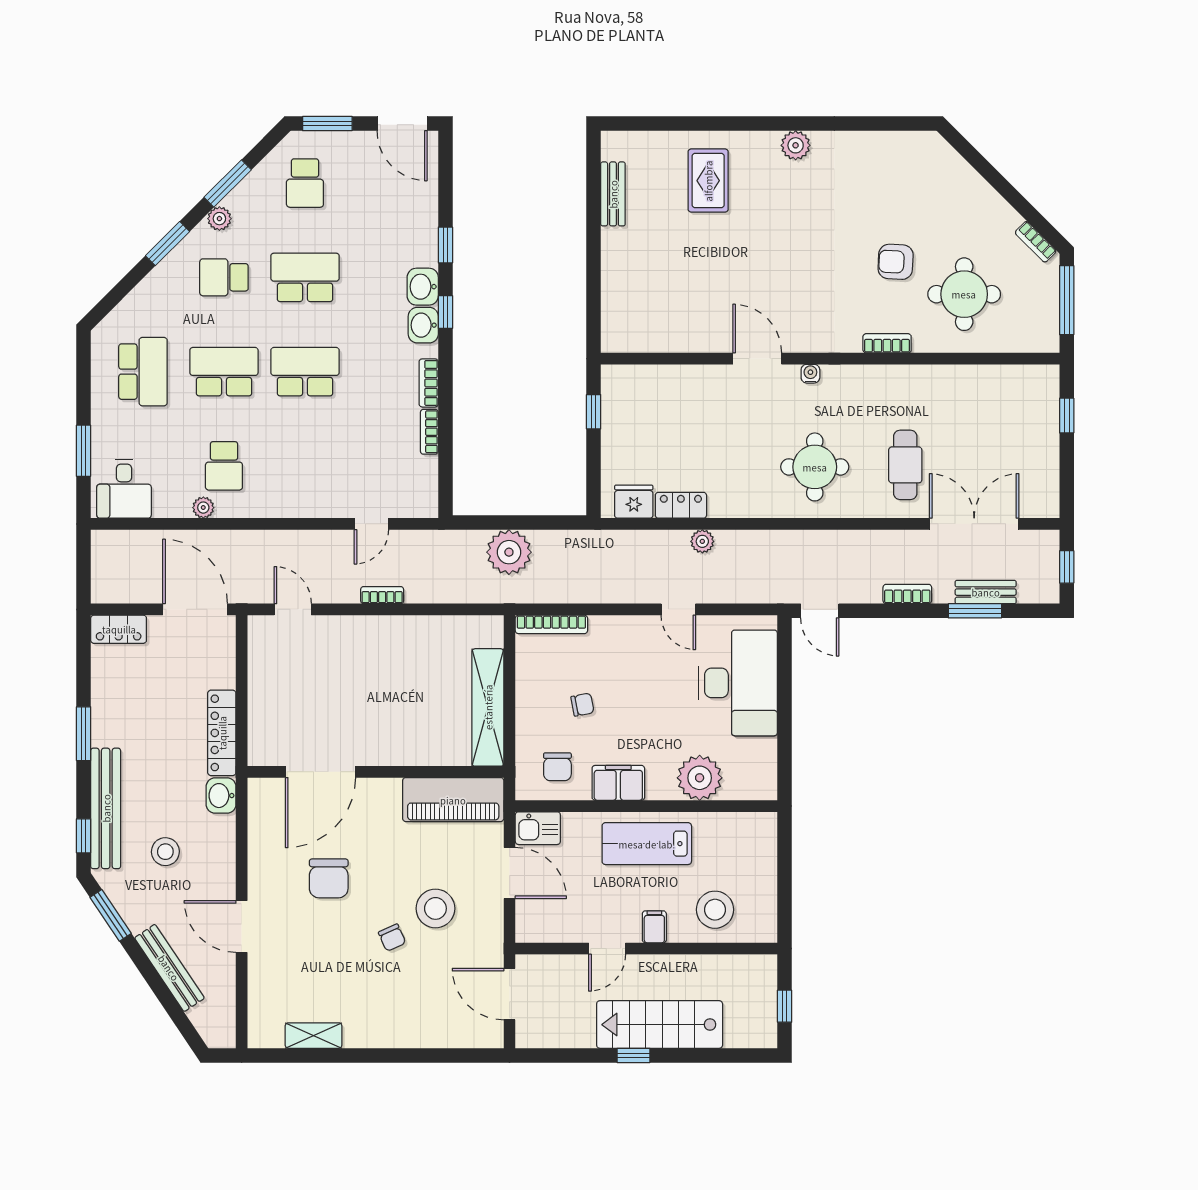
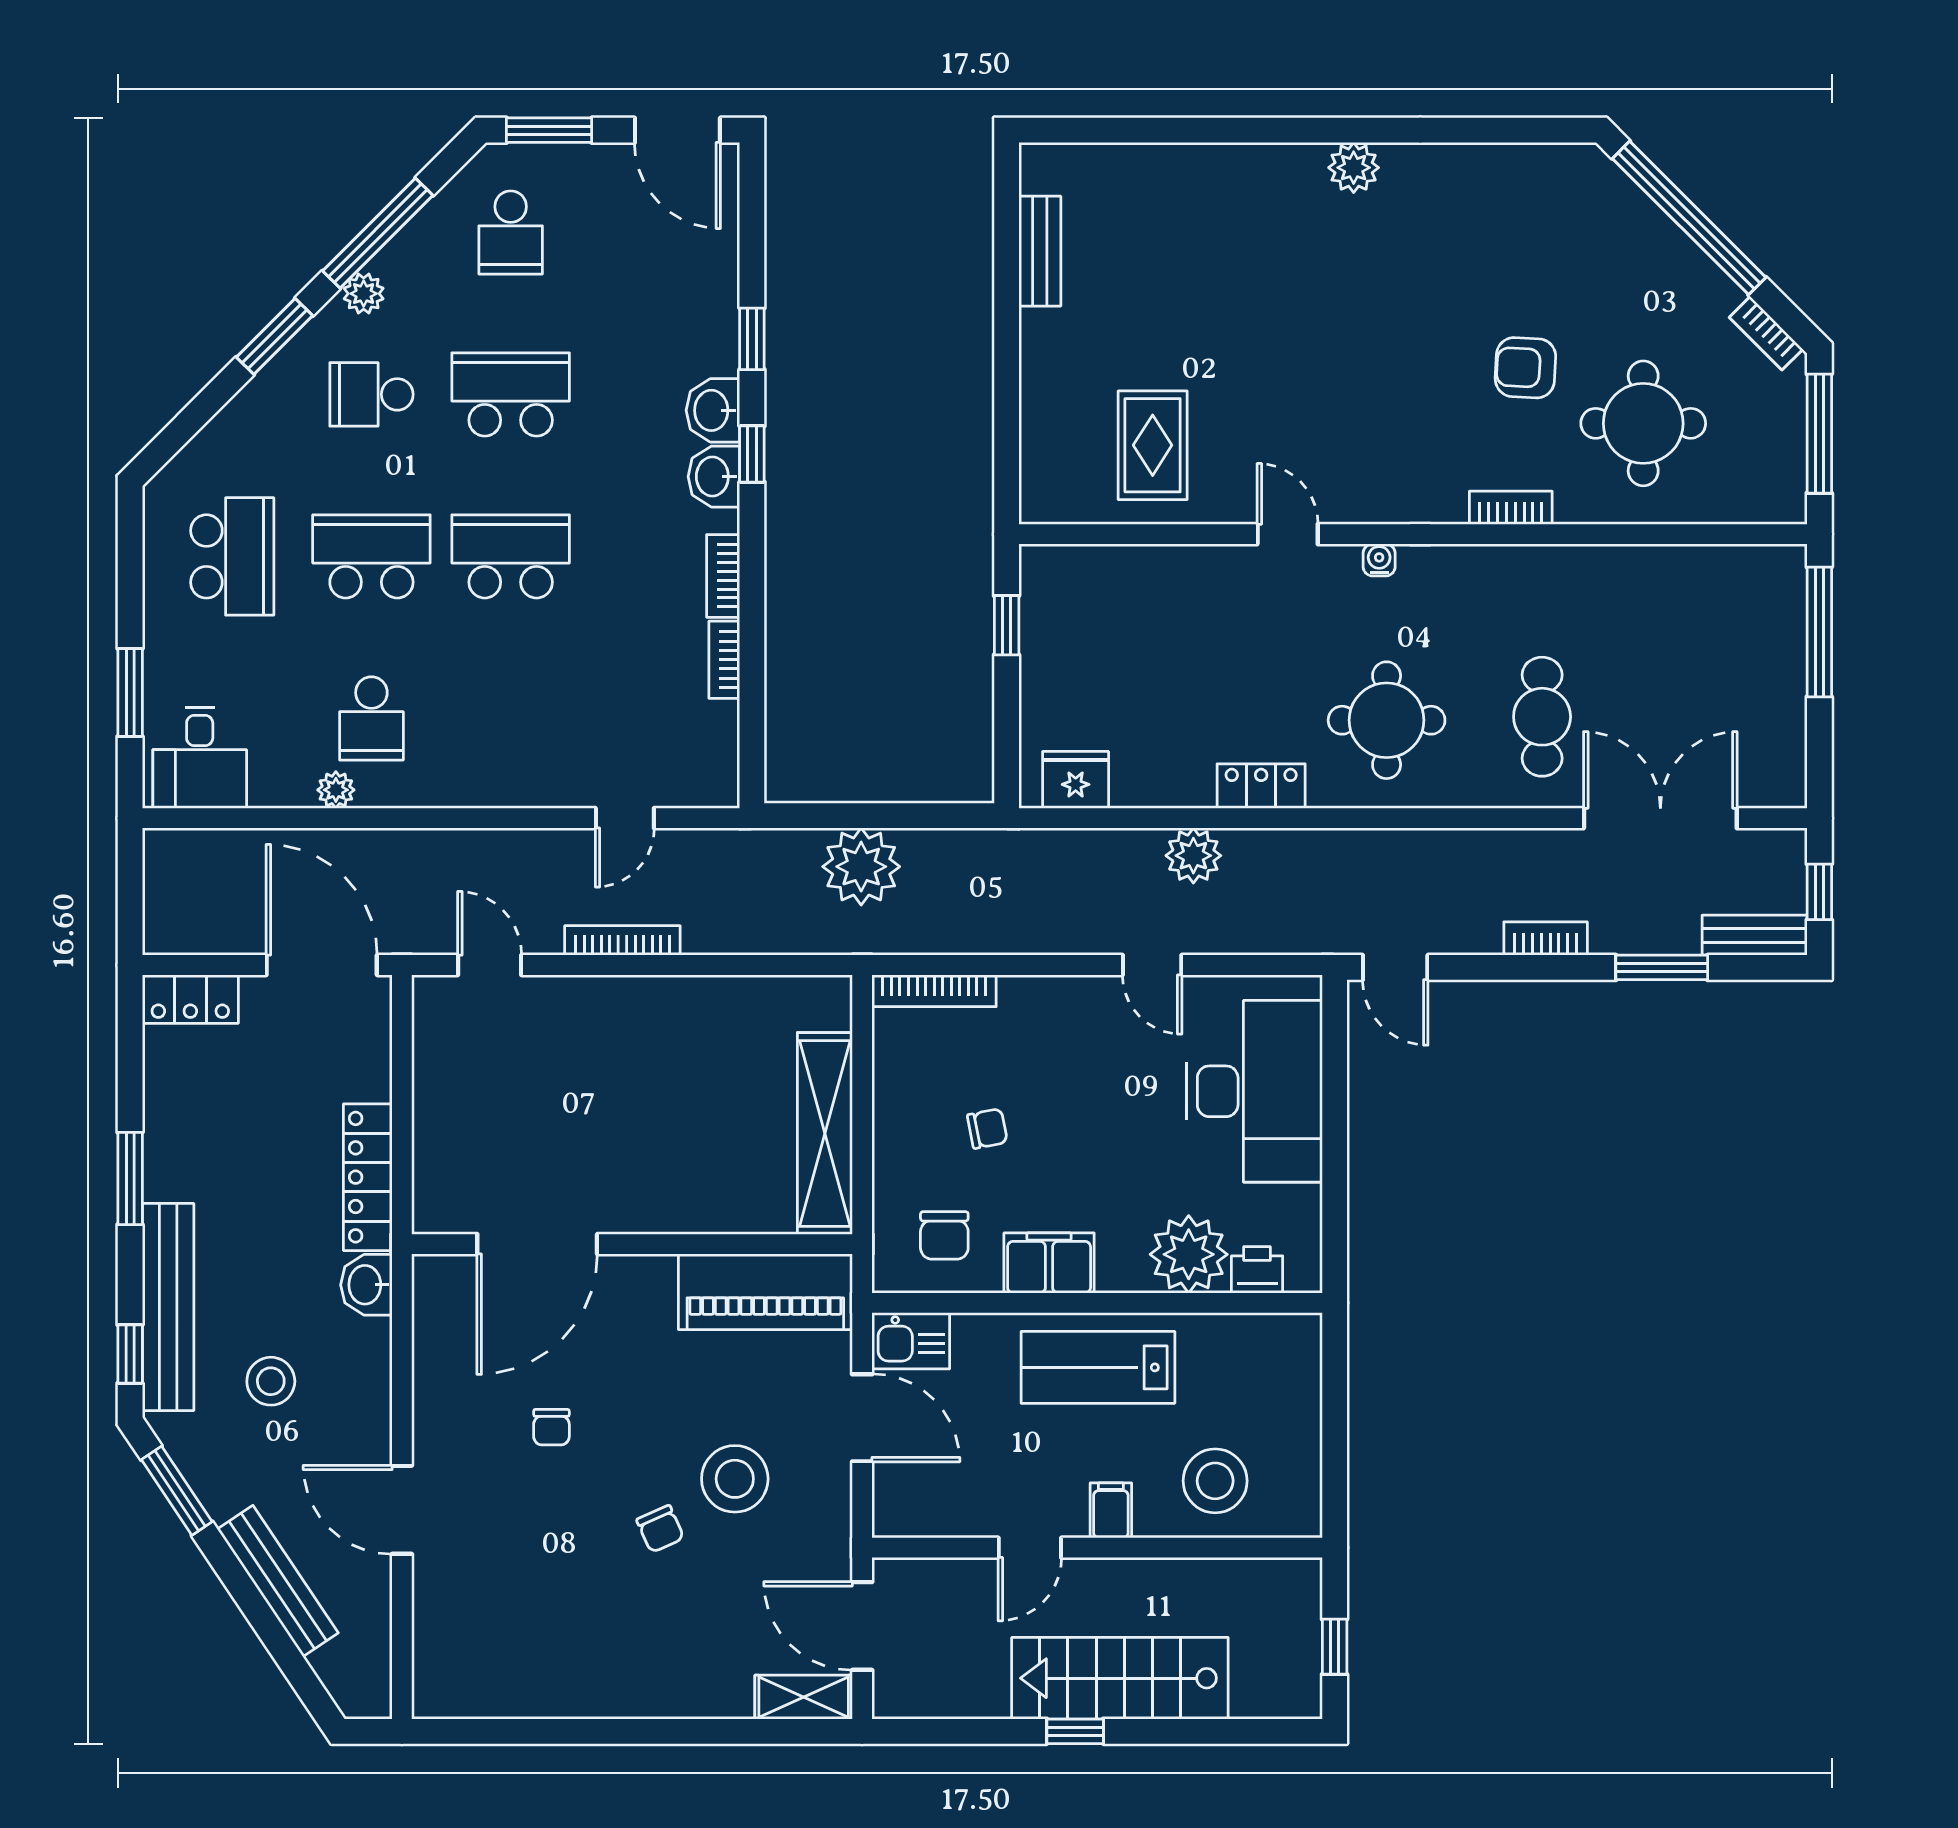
window: (991, 175) -> (1689, 218), added
rug: (708, 181) -> (1153, 445), moved
window: (228, 184) -> (378, 233), width x1.44
door: (757, 359) -> (1288, 534), width x0.73
window: (1067, 416) -> (1819, 632), width x2.17
locker: (681, 505) -> (1261, 786), moved
plant: (702, 541) -> (1193, 856), width x1.38, depth x1.38
bench: (986, 592) -> (1755, 935), moved
bookcase: (382, 595) -> (622, 940), width x1.56
printer: (739, 787) -> (1257, 1270), added
chair: (329, 878) -> (551, 1427), width x0.54, depth x0.54
shelving: (314, 1036) -> (804, 1697), moved

